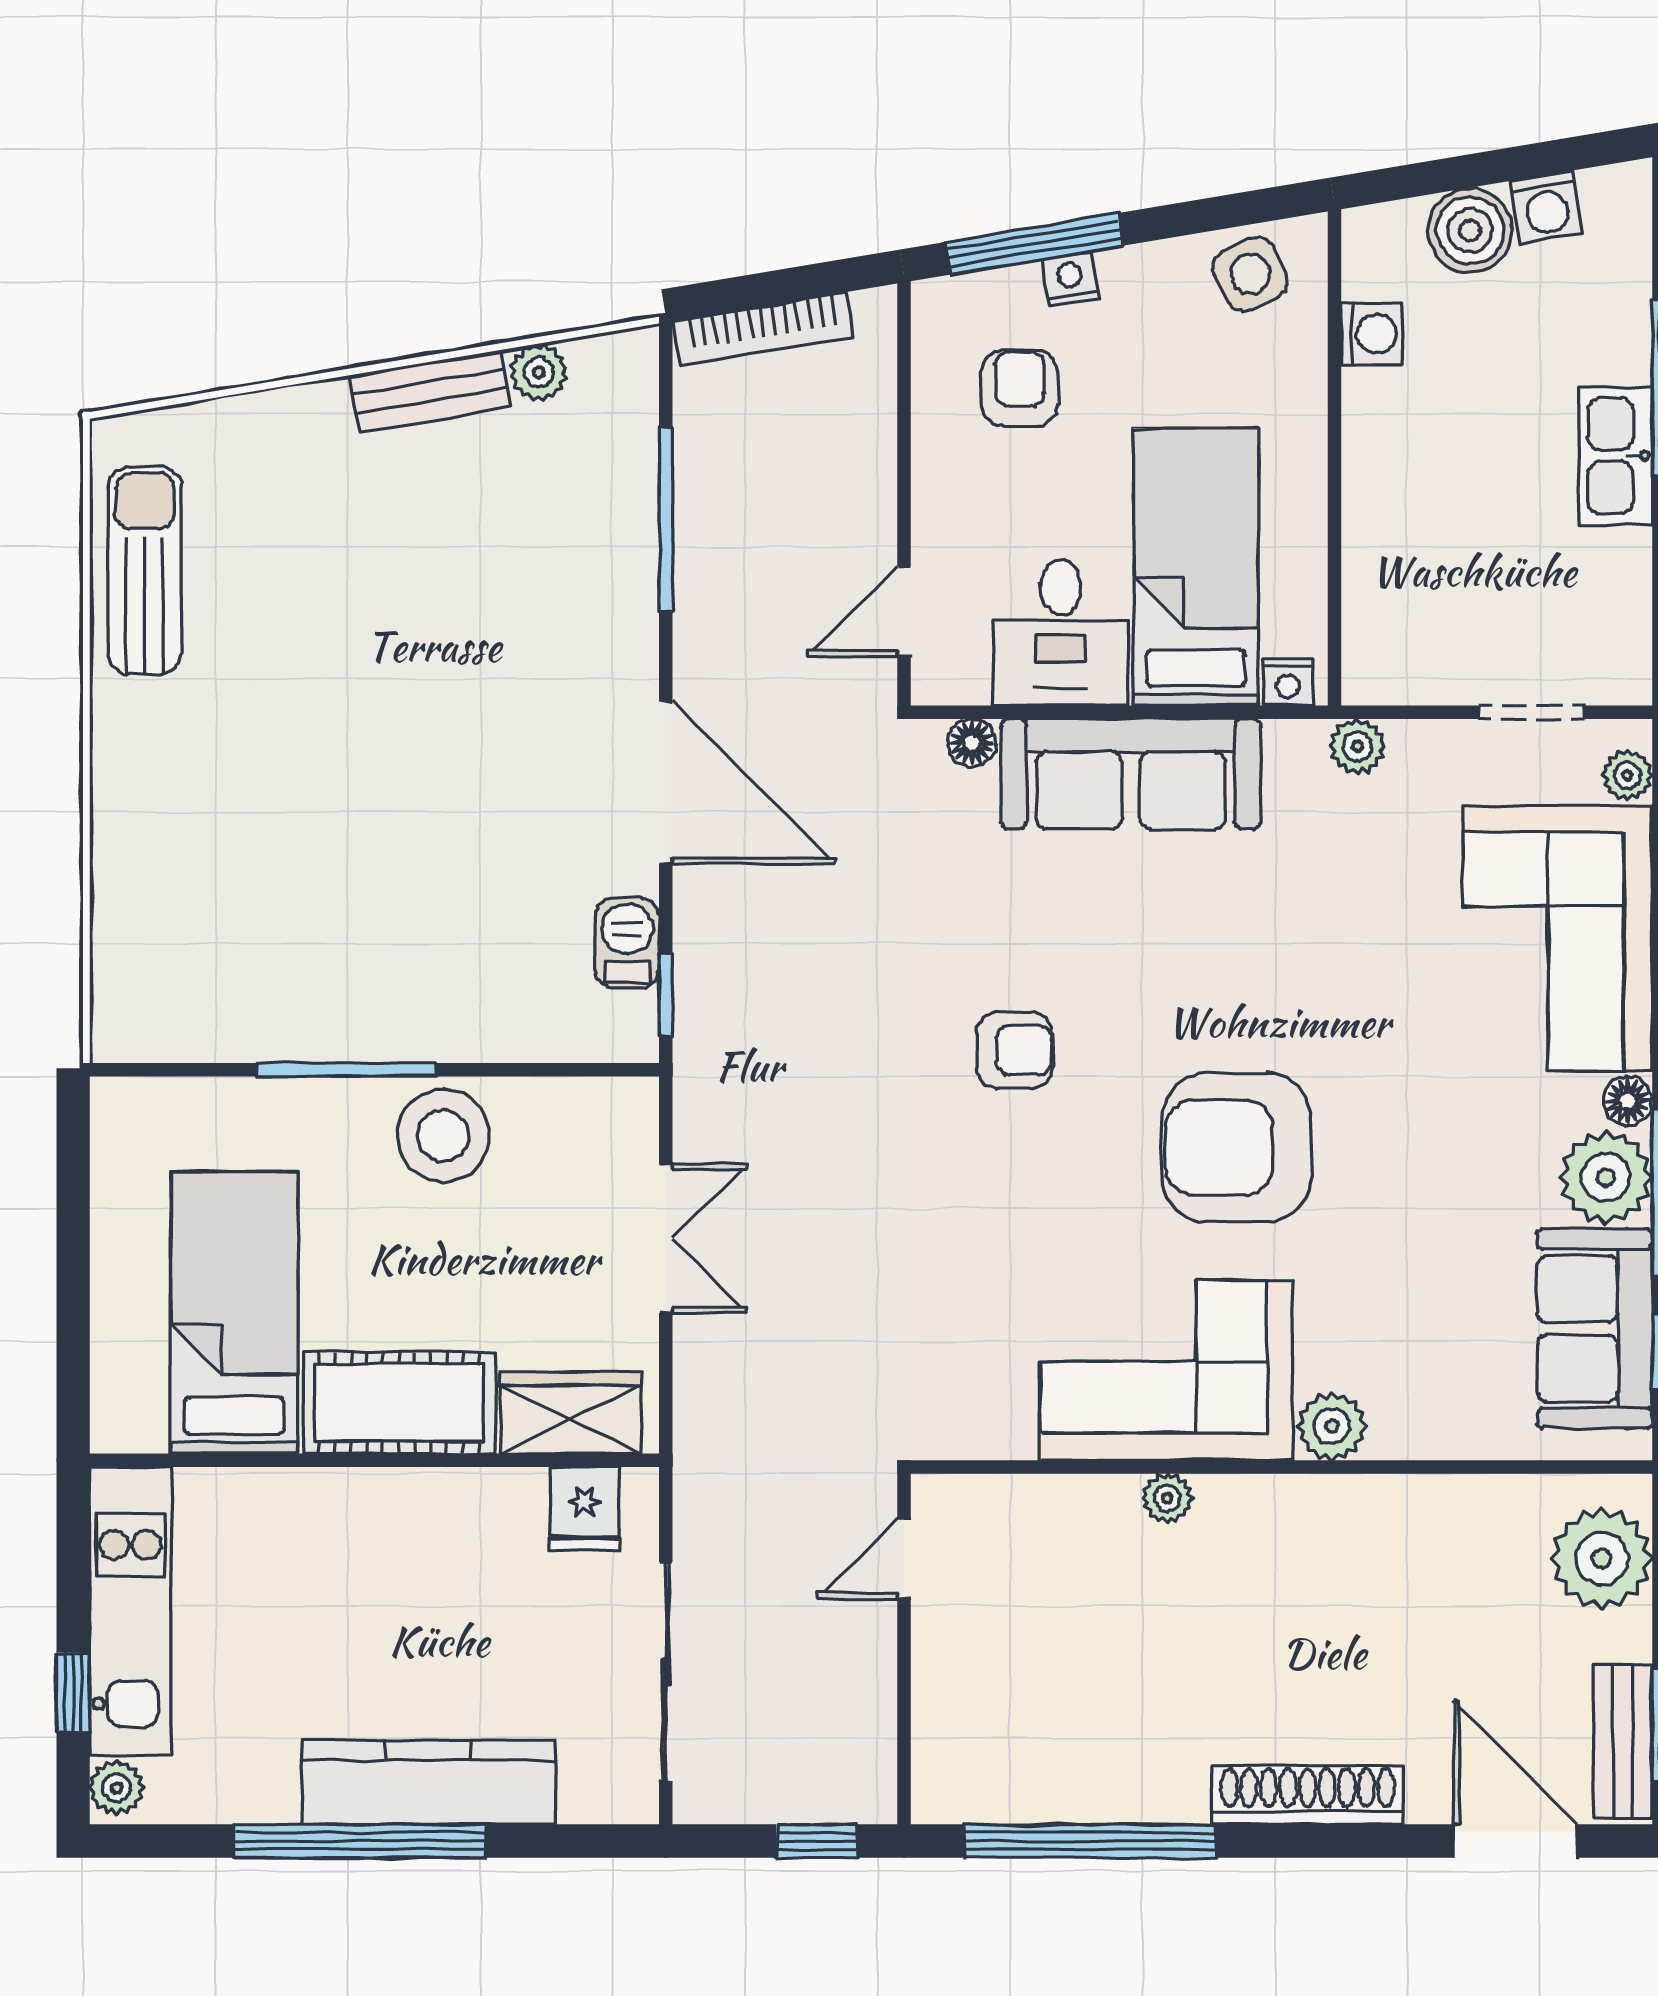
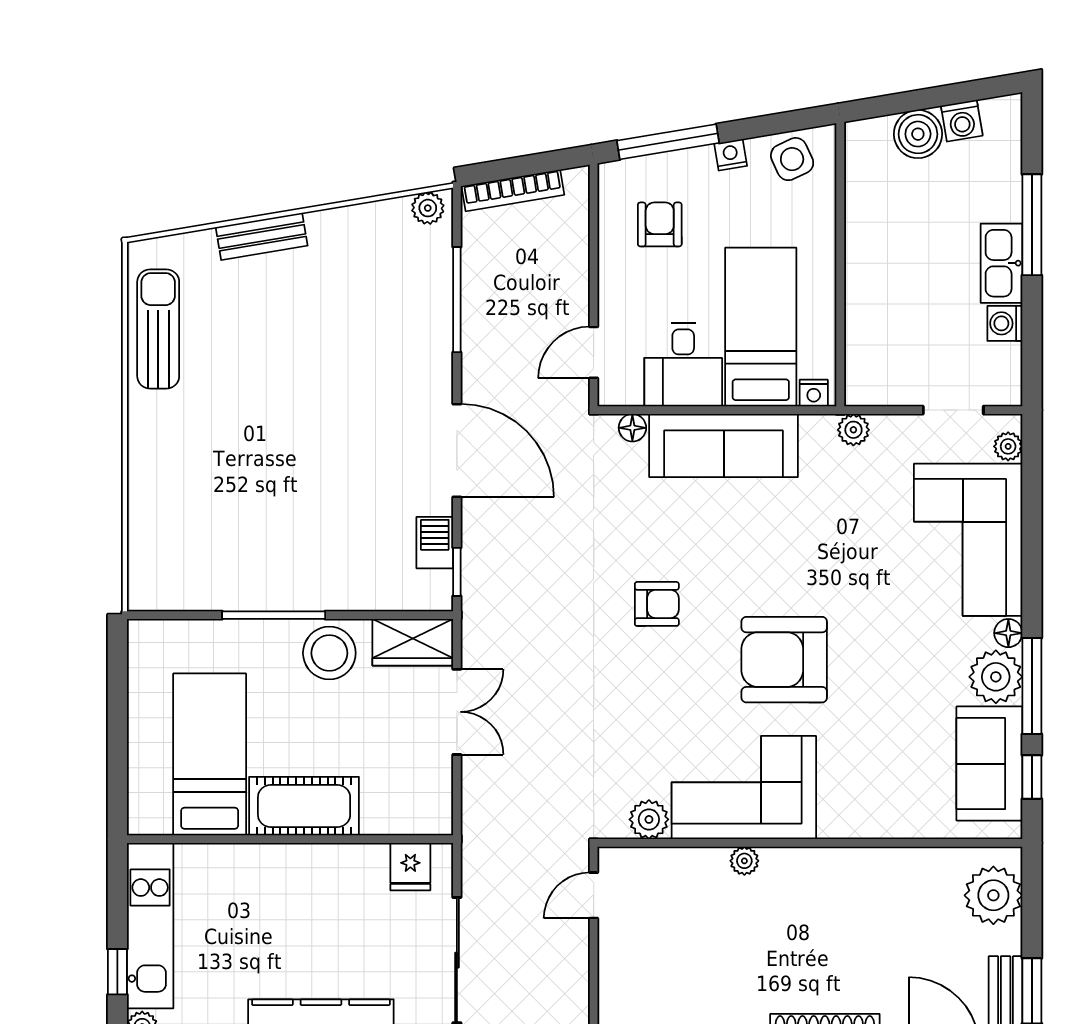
nightstand: (1070, 279) -> (731, 155), moved
washing machine: (1372, 334) -> (1005, 323), moved, turned 180
plant: (539, 372) -> (428, 208), moved
bench: (430, 391) -> (262, 236), moved
wardrobe: (570, 1413) -> (413, 642), moved, turned 180
plant: (1332, 1426) -> (649, 819), moved

